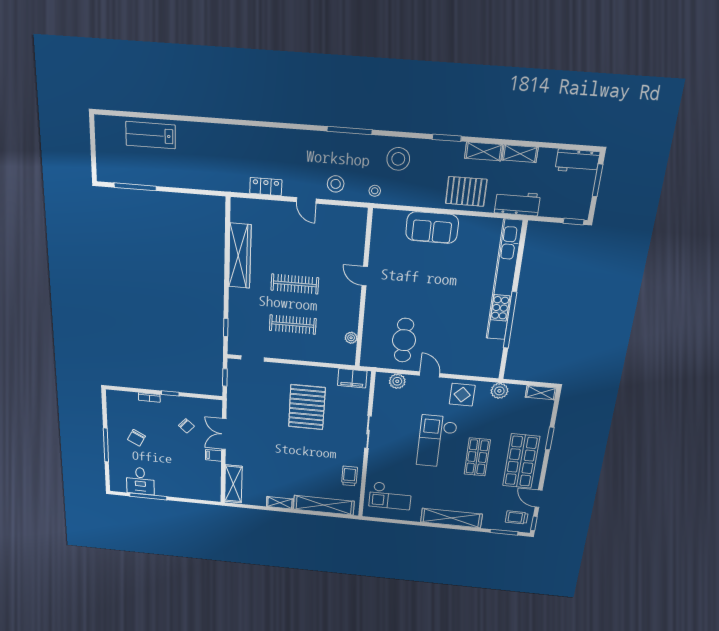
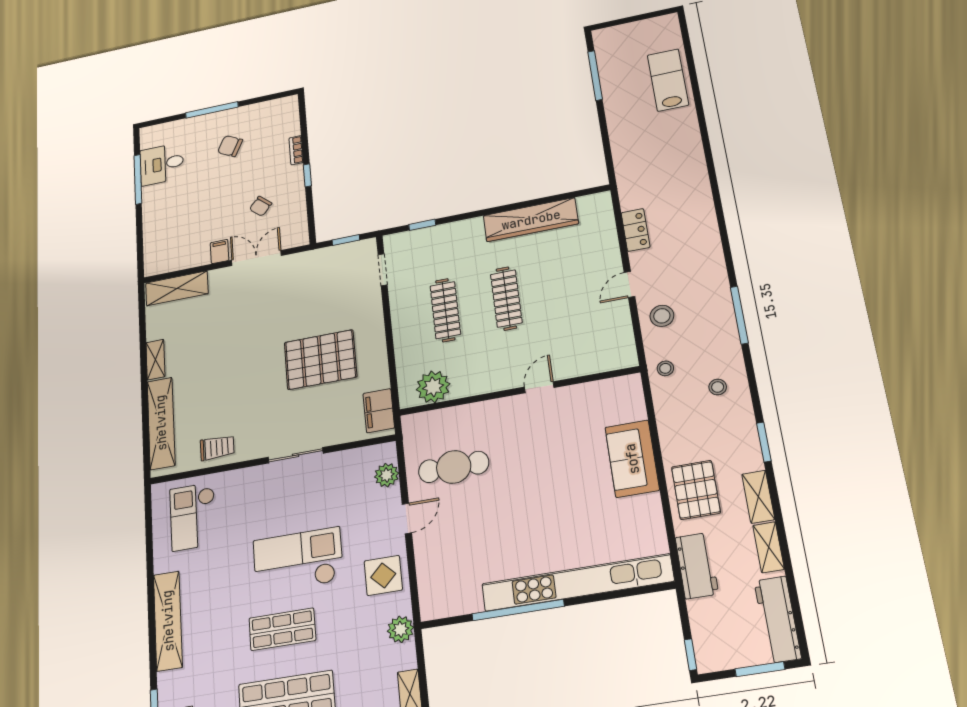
stool: (398, 159) -> (718, 387), width x0.53, depth x0.53
workbench: (577, 161) -> (778, 619), width x1.38
plant: (351, 338) -> (433, 387), width x1.87, depth x1.87

